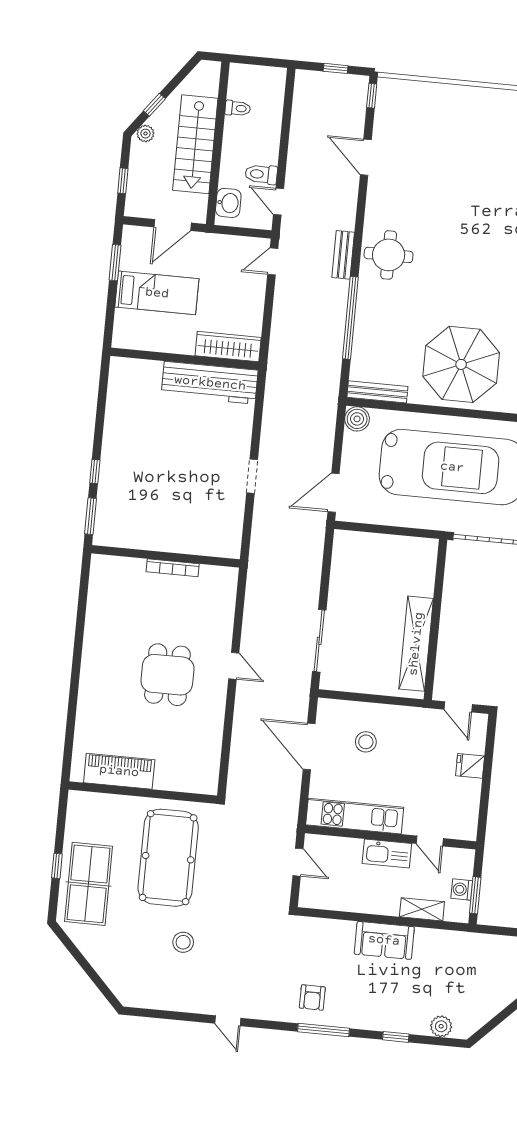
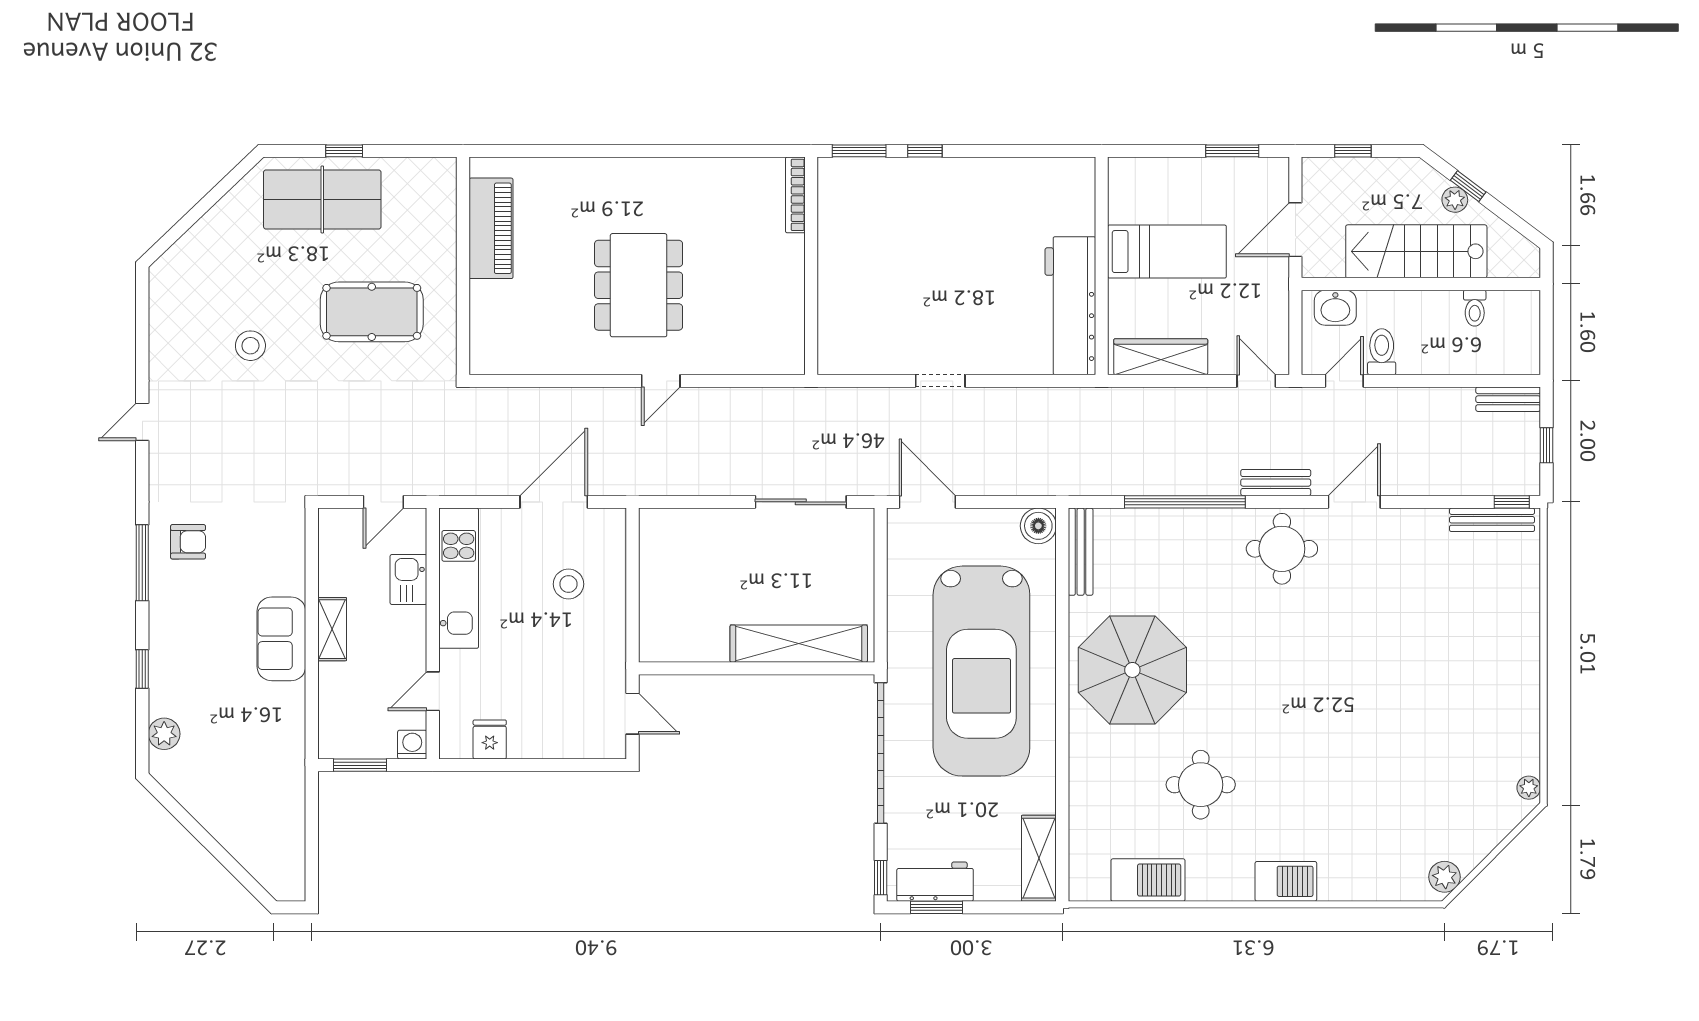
bench: (302, 91) -> (1508, 399), added
bench: (383, 110) -> (1492, 520), added
plant: (145, 134) -> (1455, 200), moved
door: (366, 157) -> (1354, 502), moved
door: (173, 225) -> (1295, 230), hinge flipped
bed: (157, 293) -> (1167, 252), moved, turned -90
wardrobe: (228, 347) -> (1161, 357), moved, turned -90
bookcase: (173, 568) -> (795, 195), moved
sliding door: (319, 641) -> (801, 502), moved
shelving: (416, 644) -> (799, 644), moved
dining table: (167, 675) -> (639, 285), width x1.37
door: (458, 707) -> (633, 714), swing flipped
fridge: (470, 766) -> (490, 739), moved
kitchen sink: (387, 854) -> (408, 580), moved, width x0.73
pool table: (168, 858) -> (372, 312), width x0.73, depth x0.76
washing machine: (462, 889) -> (412, 745), moved
shelving: (422, 909) -> (332, 629), moved
armchair: (312, 997) -> (188, 542), turned 180

